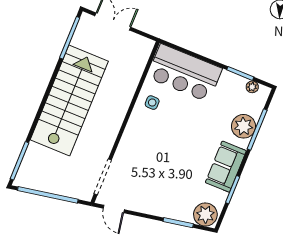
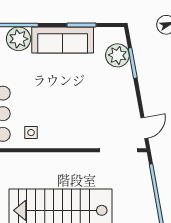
sofa: (226, 167) -> (63, 40), width x1.36
plant: (205, 215) -> (117, 55), moved

